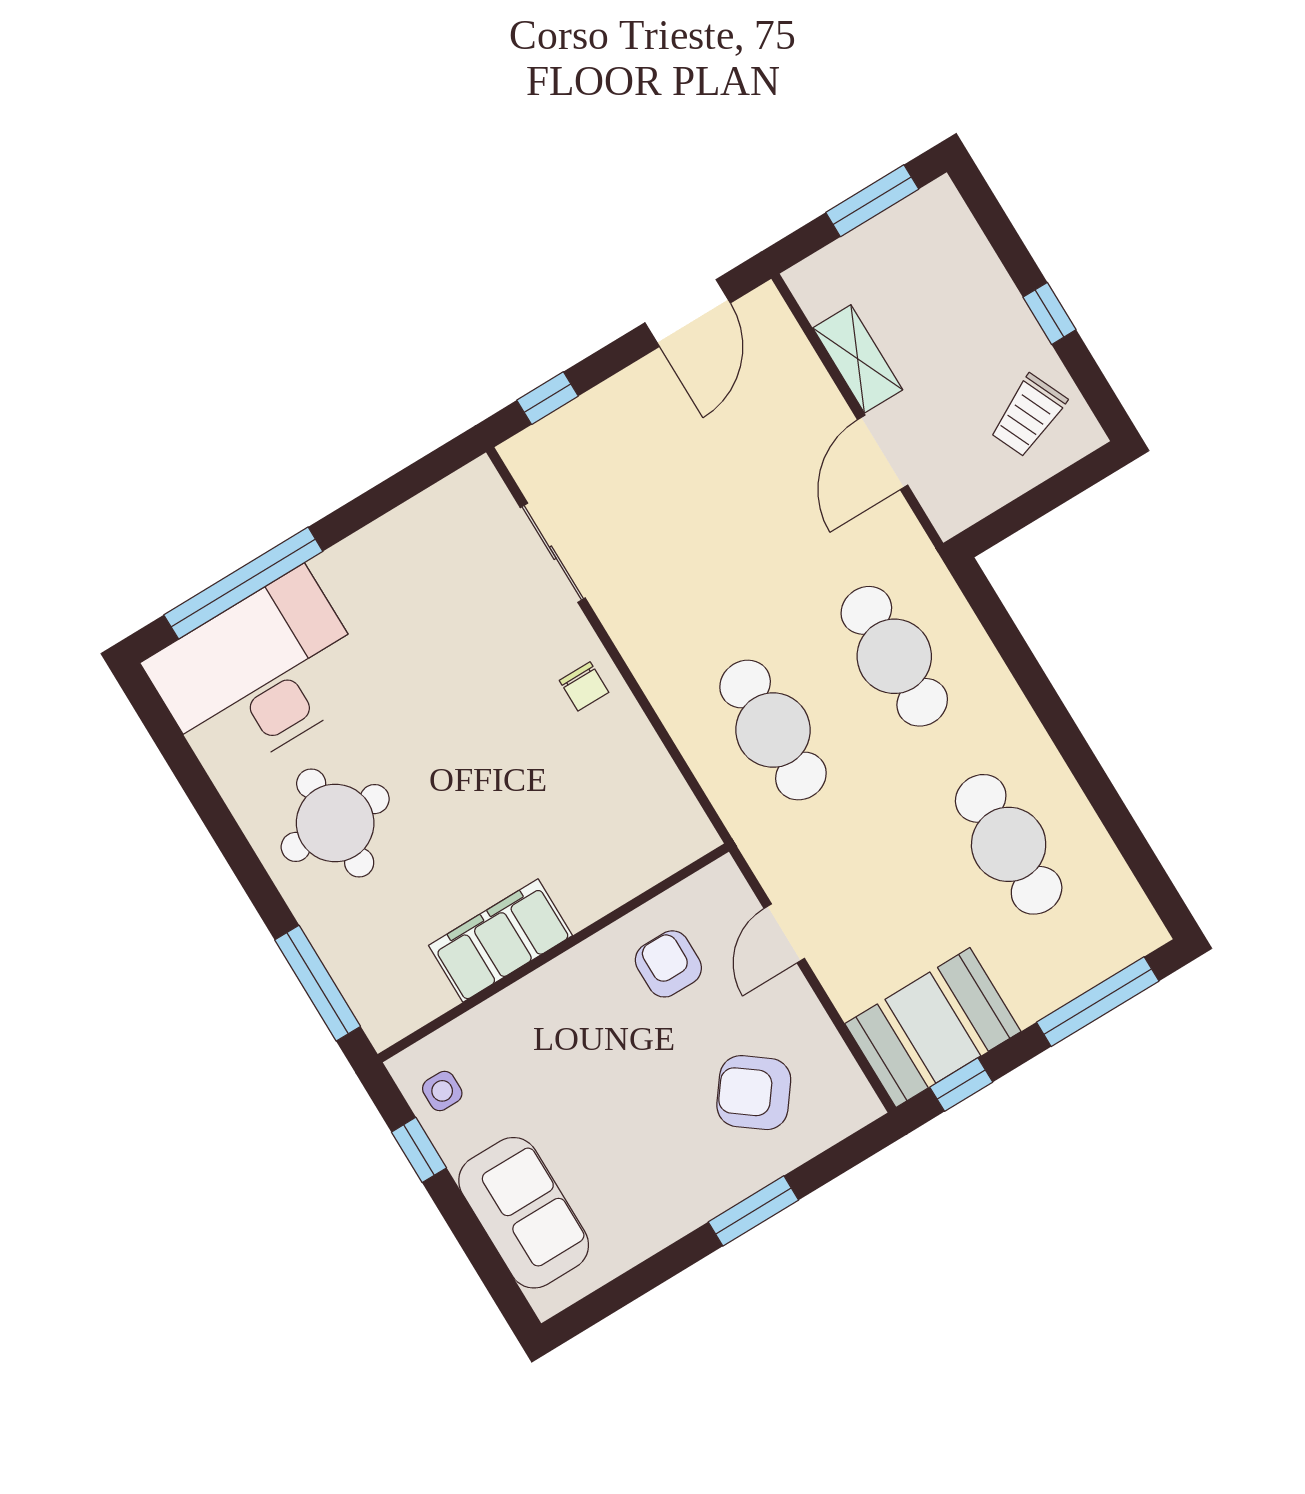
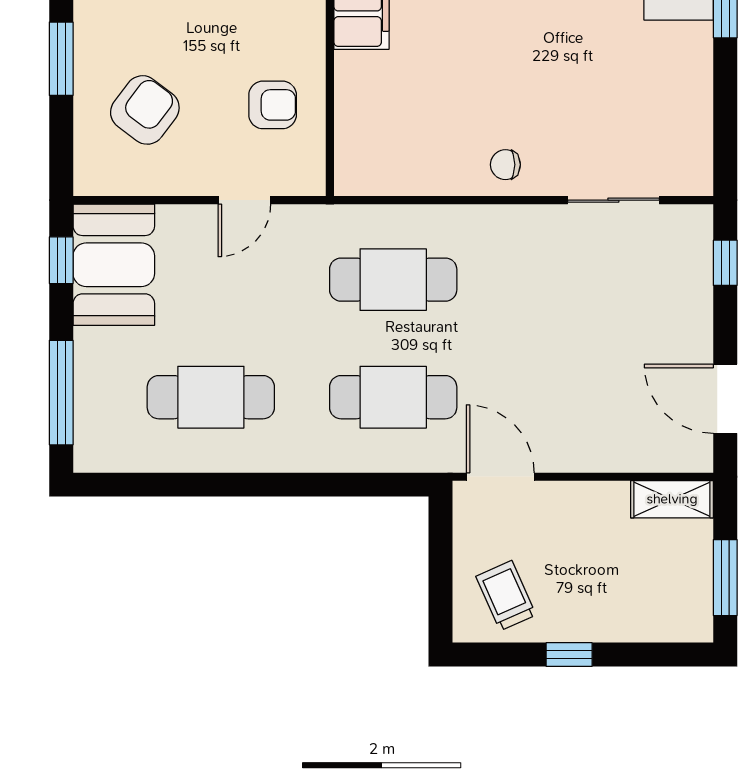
shelving: (858, 359) -> (672, 499), moved
door: (883, 452) -> (500, 477), moved
door: (784, 933) -> (244, 200), swing flipped

